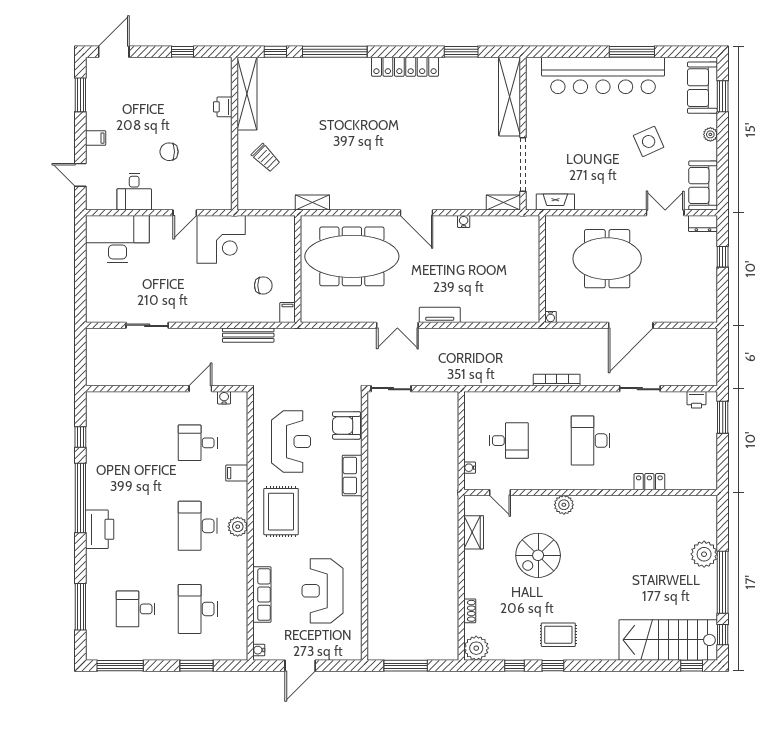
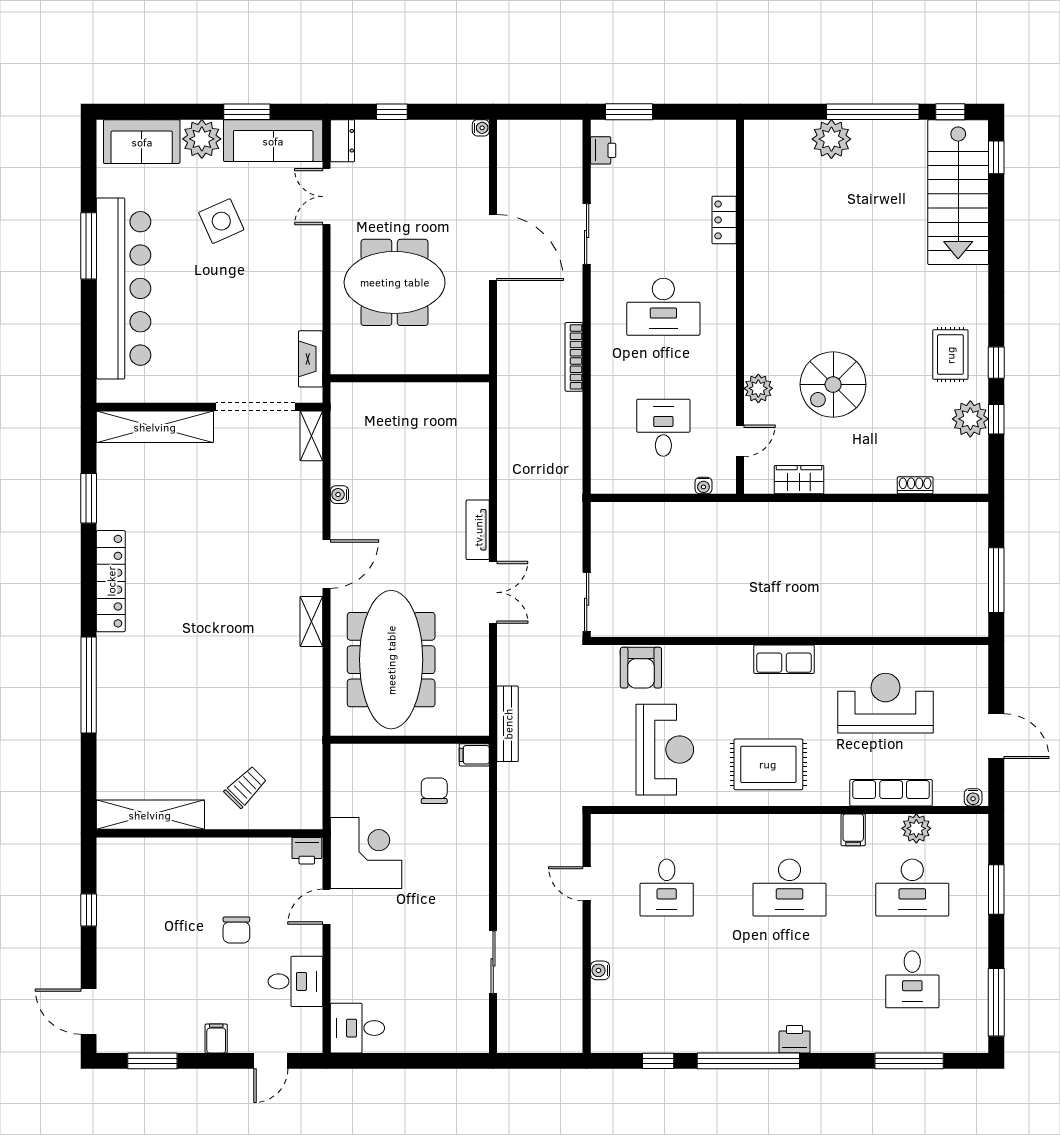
window: (275, 52) -> (89, 773), removed
window: (723, 96) -> (247, 112), moved
printer: (223, 107) -> (307, 851), moved
plant: (710, 134) -> (202, 139), width x1.88, depth x1.88
sofa: (703, 185) -> (273, 141), width x1.36
shelving: (312, 202) -> (311, 621), moved
door: (185, 213) -> (327, 907), swing flipped
desk: (117, 239) -> (357, 1028), width x0.53, depth x0.77
meeting table: (607, 259) -> (395, 282), turned 90
water cooler: (551, 317) -> (481, 128), moved
bench: (248, 335) -> (508, 724), moved
water cooler: (224, 398) -> (600, 970), moved
reception desk: (291, 442) -> (665, 750), turned 90
filing cabinet: (237, 473) -> (853, 830), moved
row of seats: (352, 475) -> (784, 659), moved
plant: (564, 505) -> (758, 388), moved
plant: (238, 527) -> (916, 828), moved
printer: (100, 529) -> (795, 1039), width x0.53, depth x0.68
spiral stairs: (538, 555) -> (833, 385), turned 90
reception desk: (322, 591) -> (885, 703), turned 180
plant: (476, 648) -> (970, 419), moved

